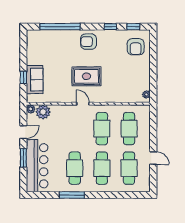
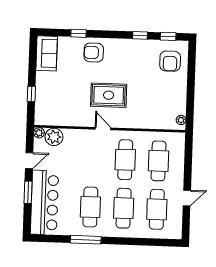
window: (60, 27) -> (78, 33), width x0.32
armchair: (88, 42) -> (94, 52), moved
sofa: (35, 80) -> (47, 53), moved
door: (153, 158) -> (187, 198), hinge flipped

